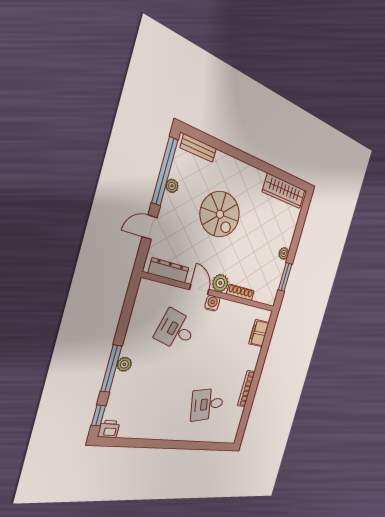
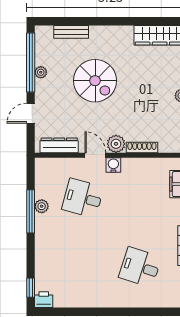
bench: (198, 148) -> (71, 32), moved
plant: (124, 364) -> (42, 206), moved
window: (111, 369) -> (31, 211), moved
desk: (207, 404) -> (140, 267), turned 30

